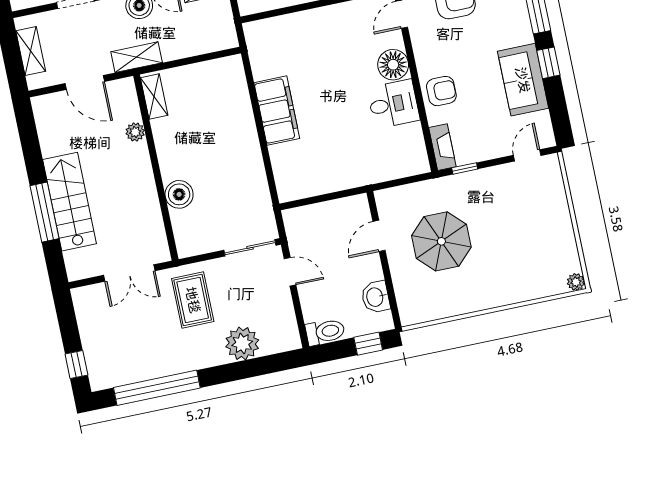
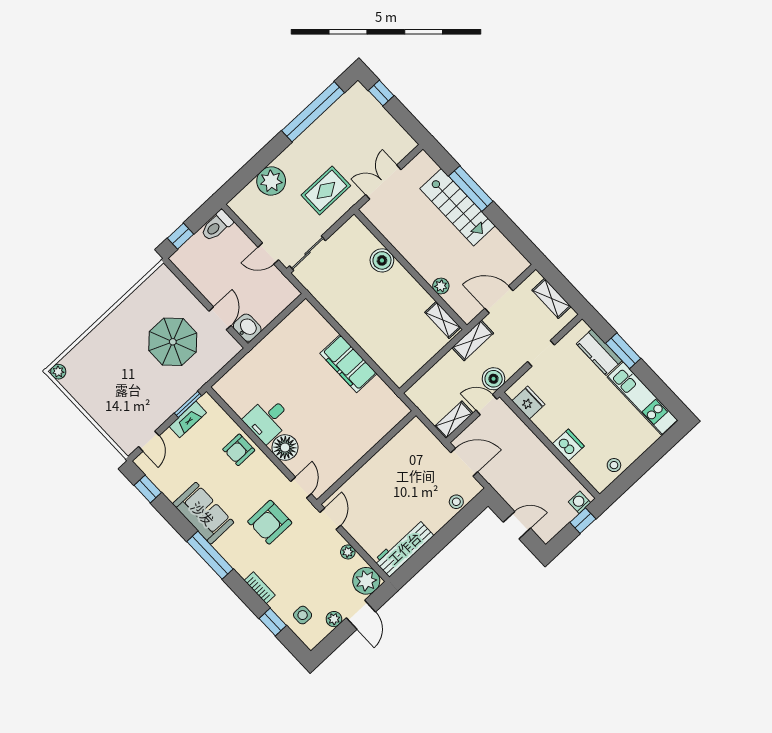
window: (548, 63) -> (148, 489), moved
sofa: (523, 80) -> (203, 513), moved
fireplace: (442, 147) -> (188, 419), moved, turned -90
window: (465, 168) -> (188, 404), width x1.50
washbasin: (376, 297) -> (247, 328), moved
rug: (193, 300) -> (326, 190), turned 90

